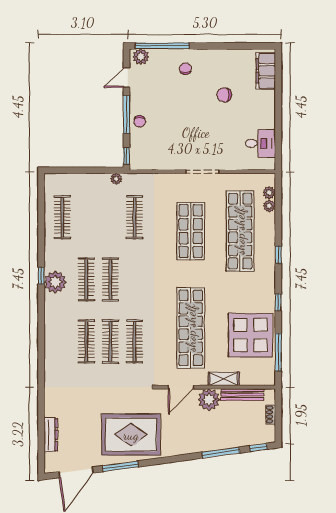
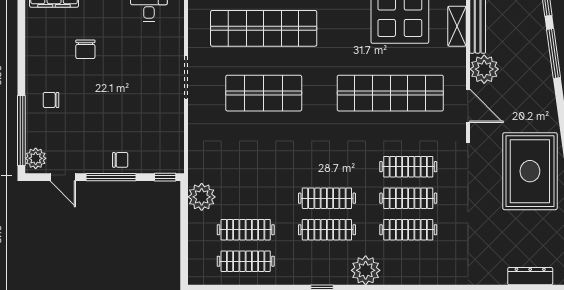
plant: (116, 179) -> (202, 197), width x1.88, depth x1.88
clothes rail: (134, 217) -> (246, 230), moved
plant: (55, 282) -> (366, 270), moved
shelving: (224, 379) -> (457, 26), moved

